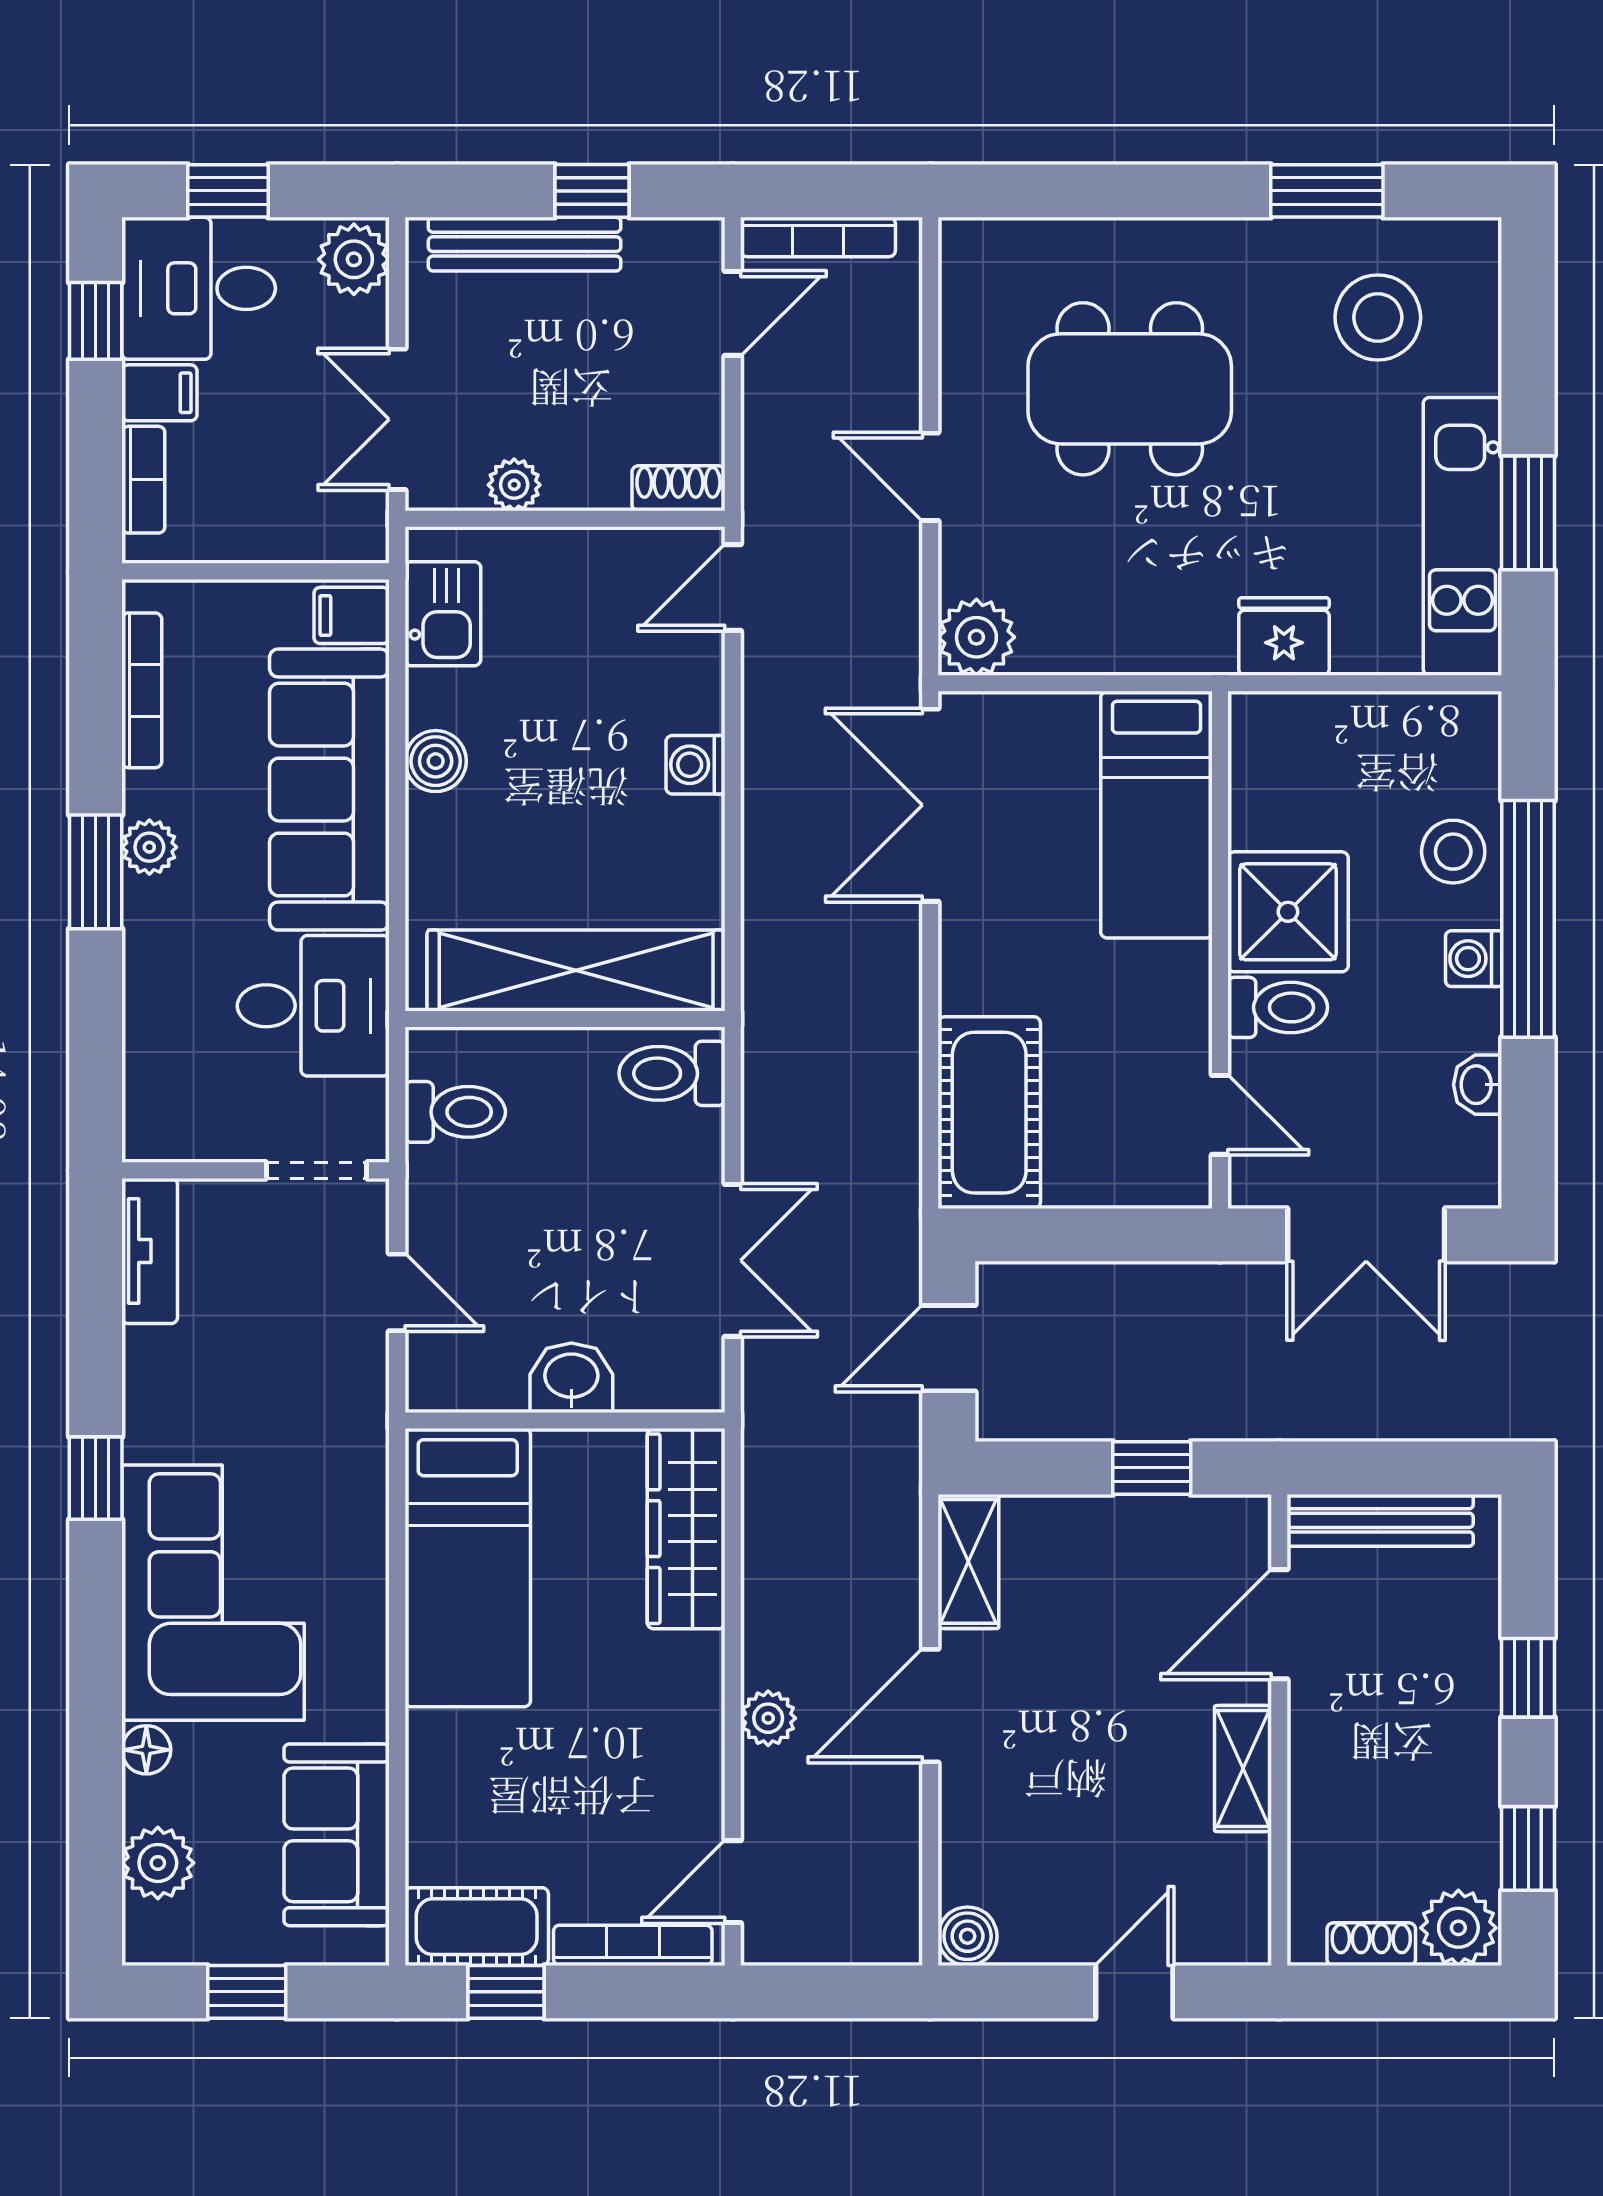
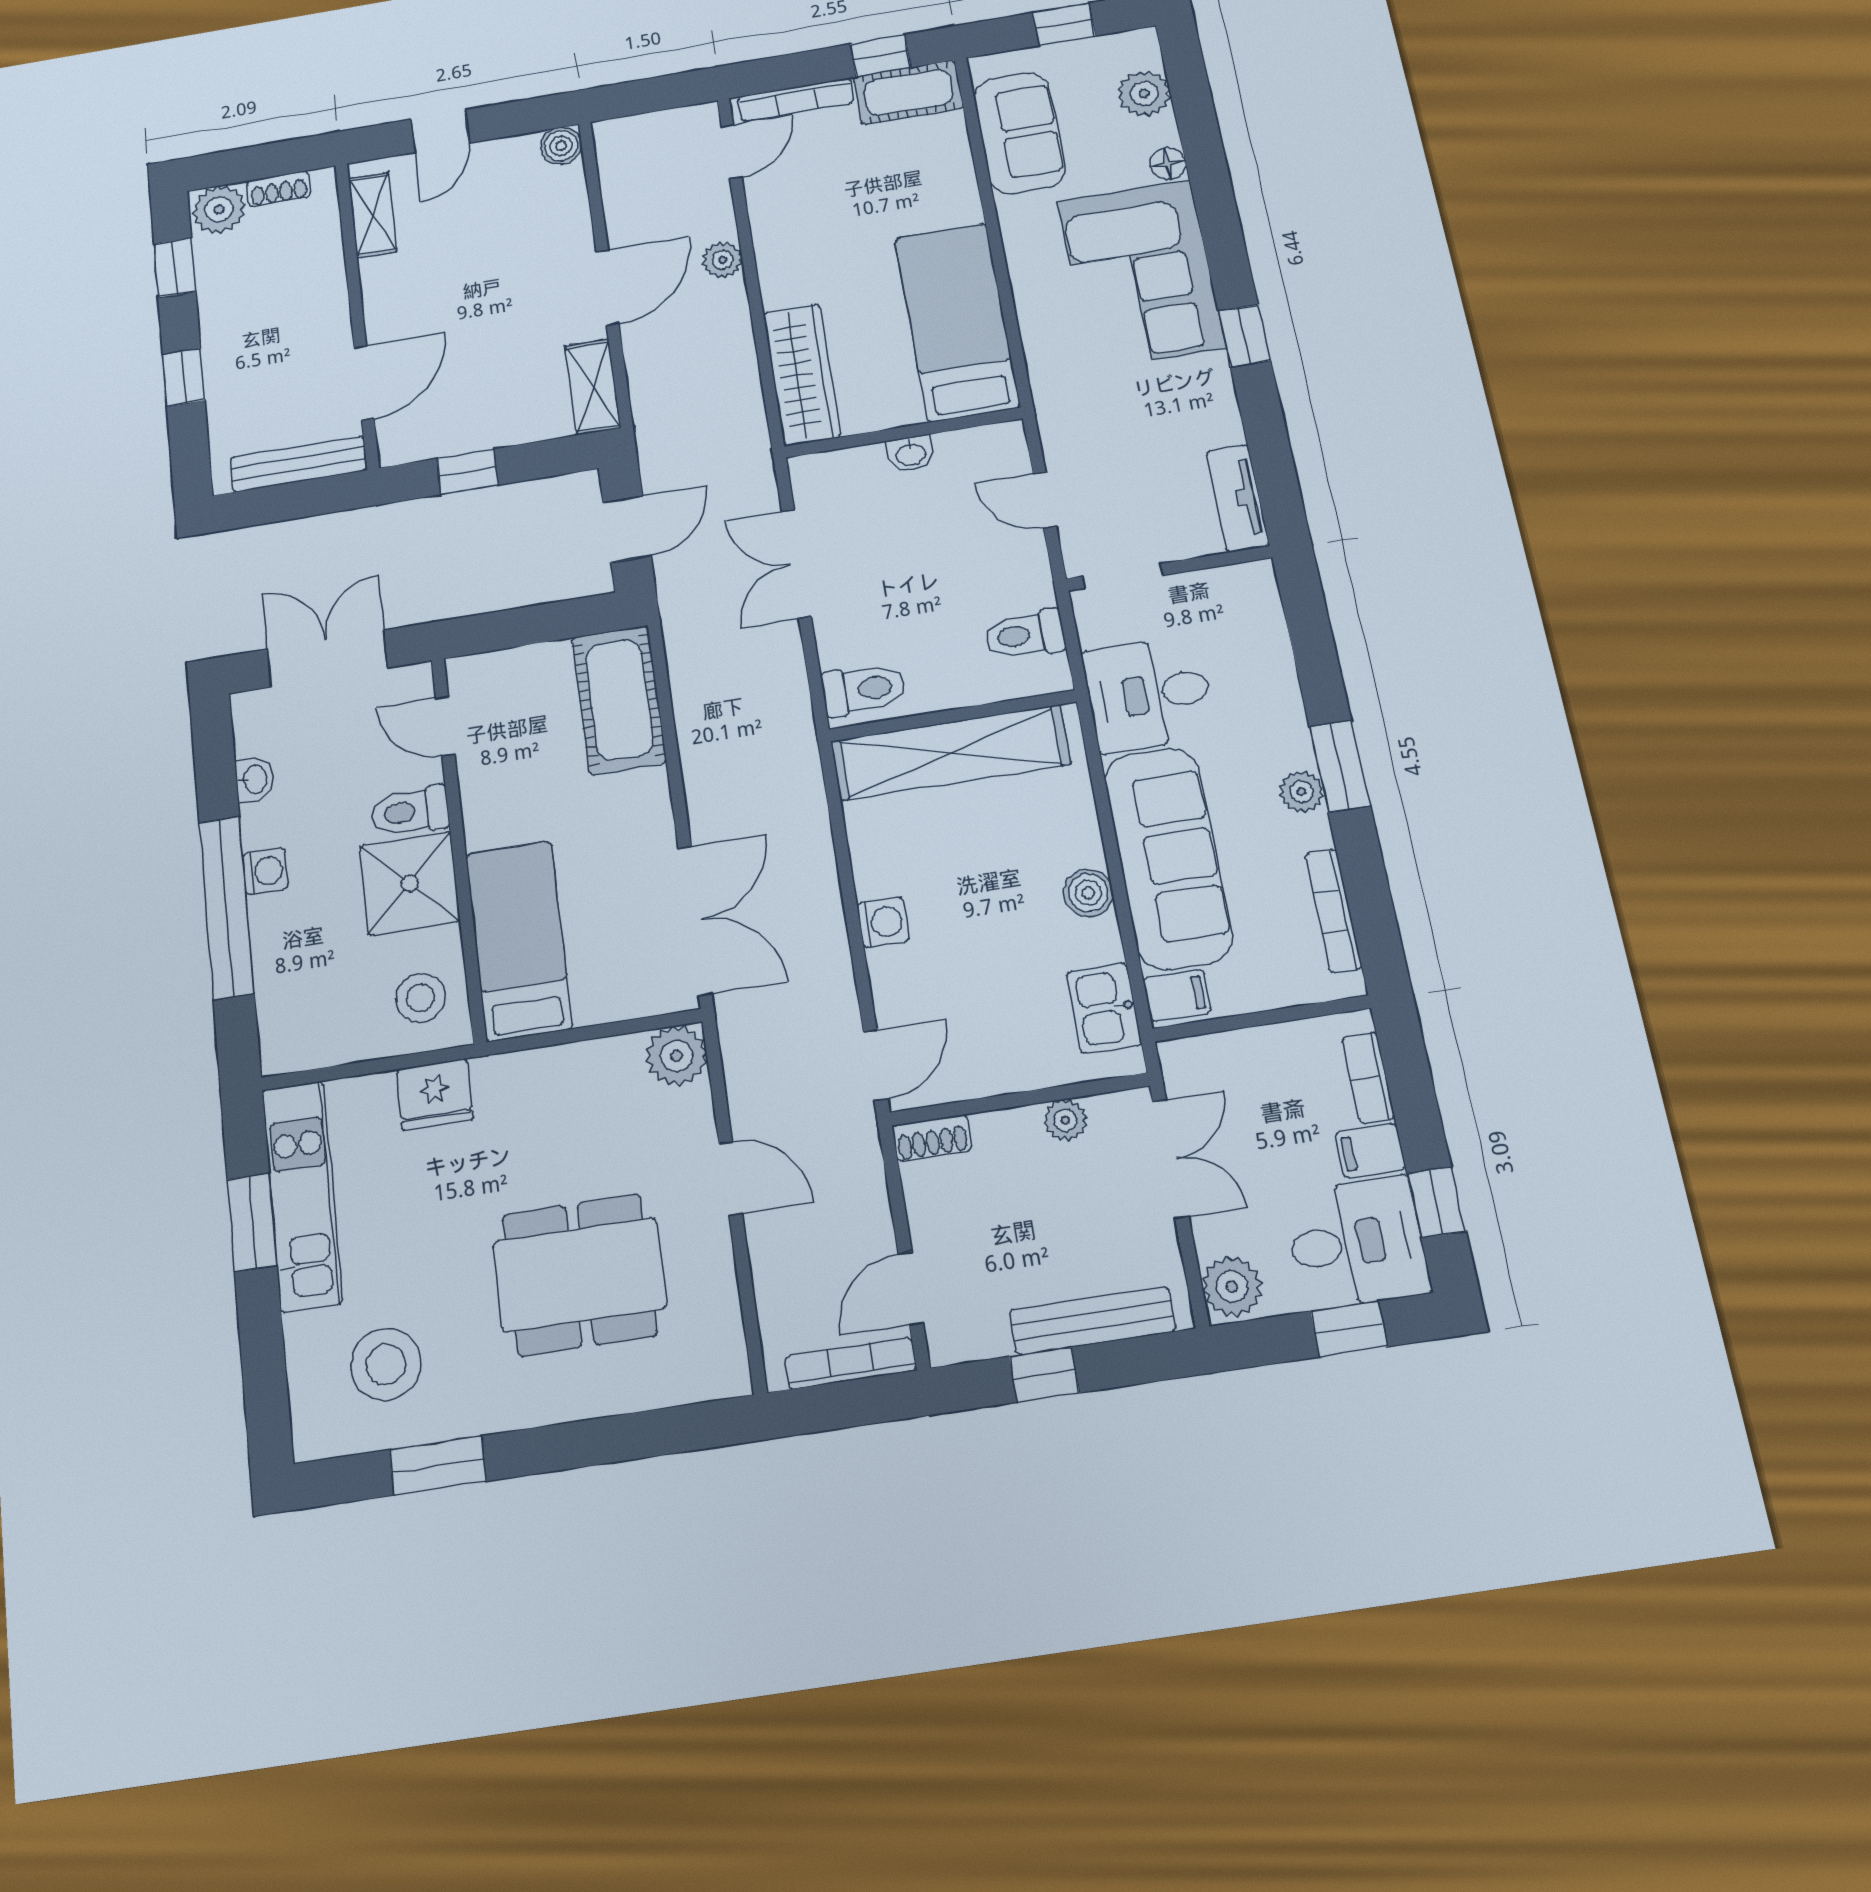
stool: (1453, 852) -> (421, 998), moved
washbasin: (571, 1378) -> (911, 454), width x0.72, depth x0.69
shelving: (1243, 1769) -> (372, 215), moved

